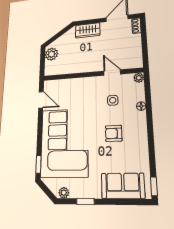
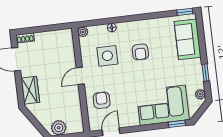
door: (112, 73) -> (80, 76), moved
armchair: (71, 93) -> (102, 100), added
side table: (113, 100) -> (107, 56), width x1.87, depth x1.87
corner sofa: (64, 142) -> (163, 105), width x0.73, depth x0.74

